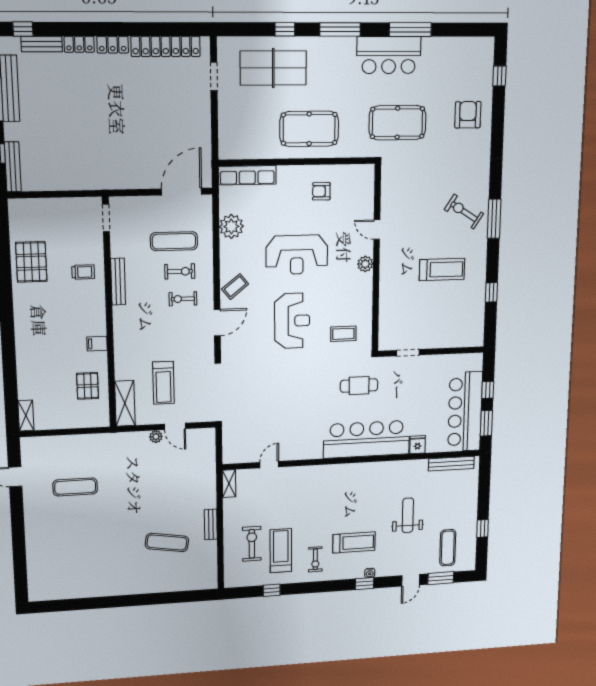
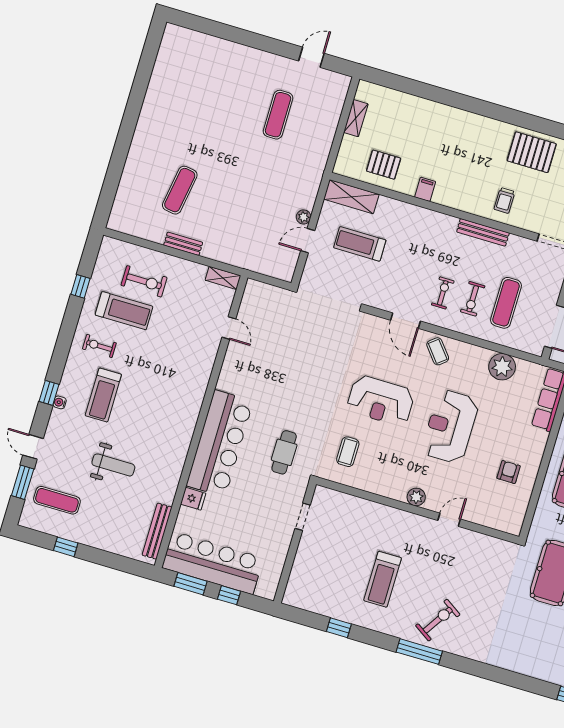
armchair: (468, 115) -> (539, 651), removed
shelving: (26, 416) -> (356, 118), moved, turned 90

